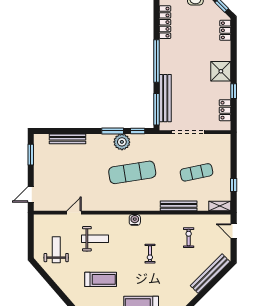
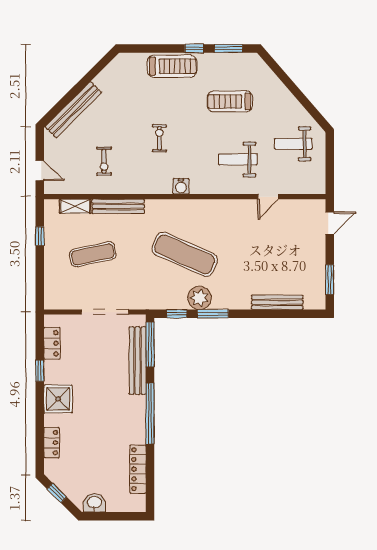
locker: (225, 30) -> (52, 443), moved
exercise mat: (132, 172) -> (185, 254), turned 33
shelving: (220, 206) -> (75, 206), moved
weight bench: (56, 250) -> (293, 144), turned 90

